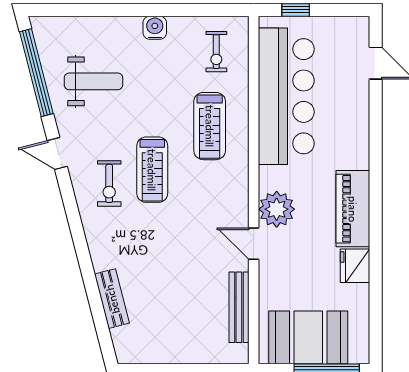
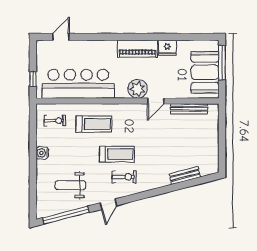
weight bench: (93, 81) -> (70, 185), turned -90

